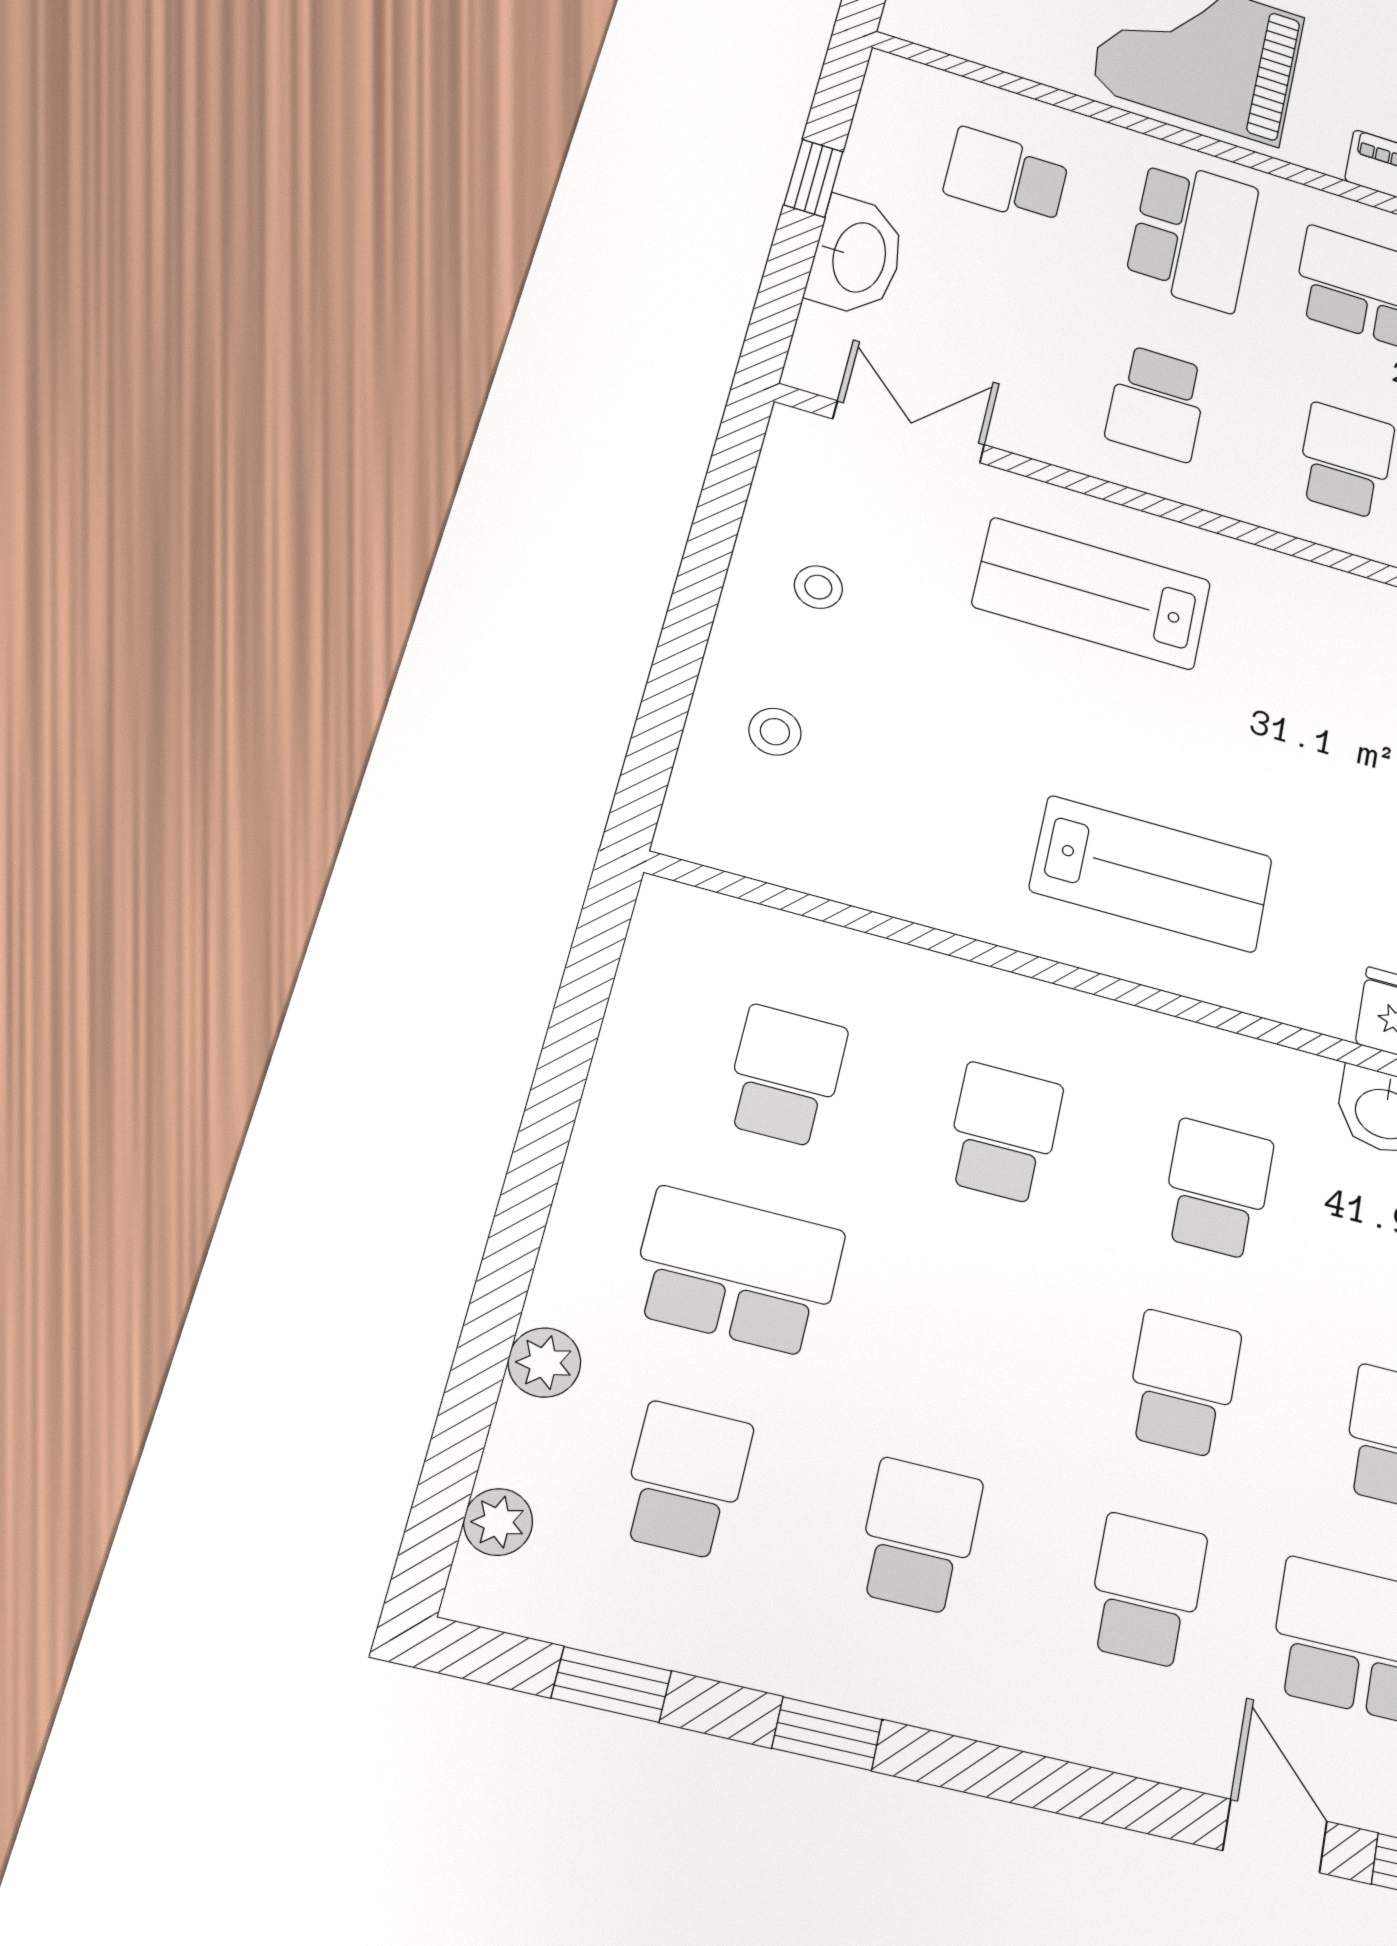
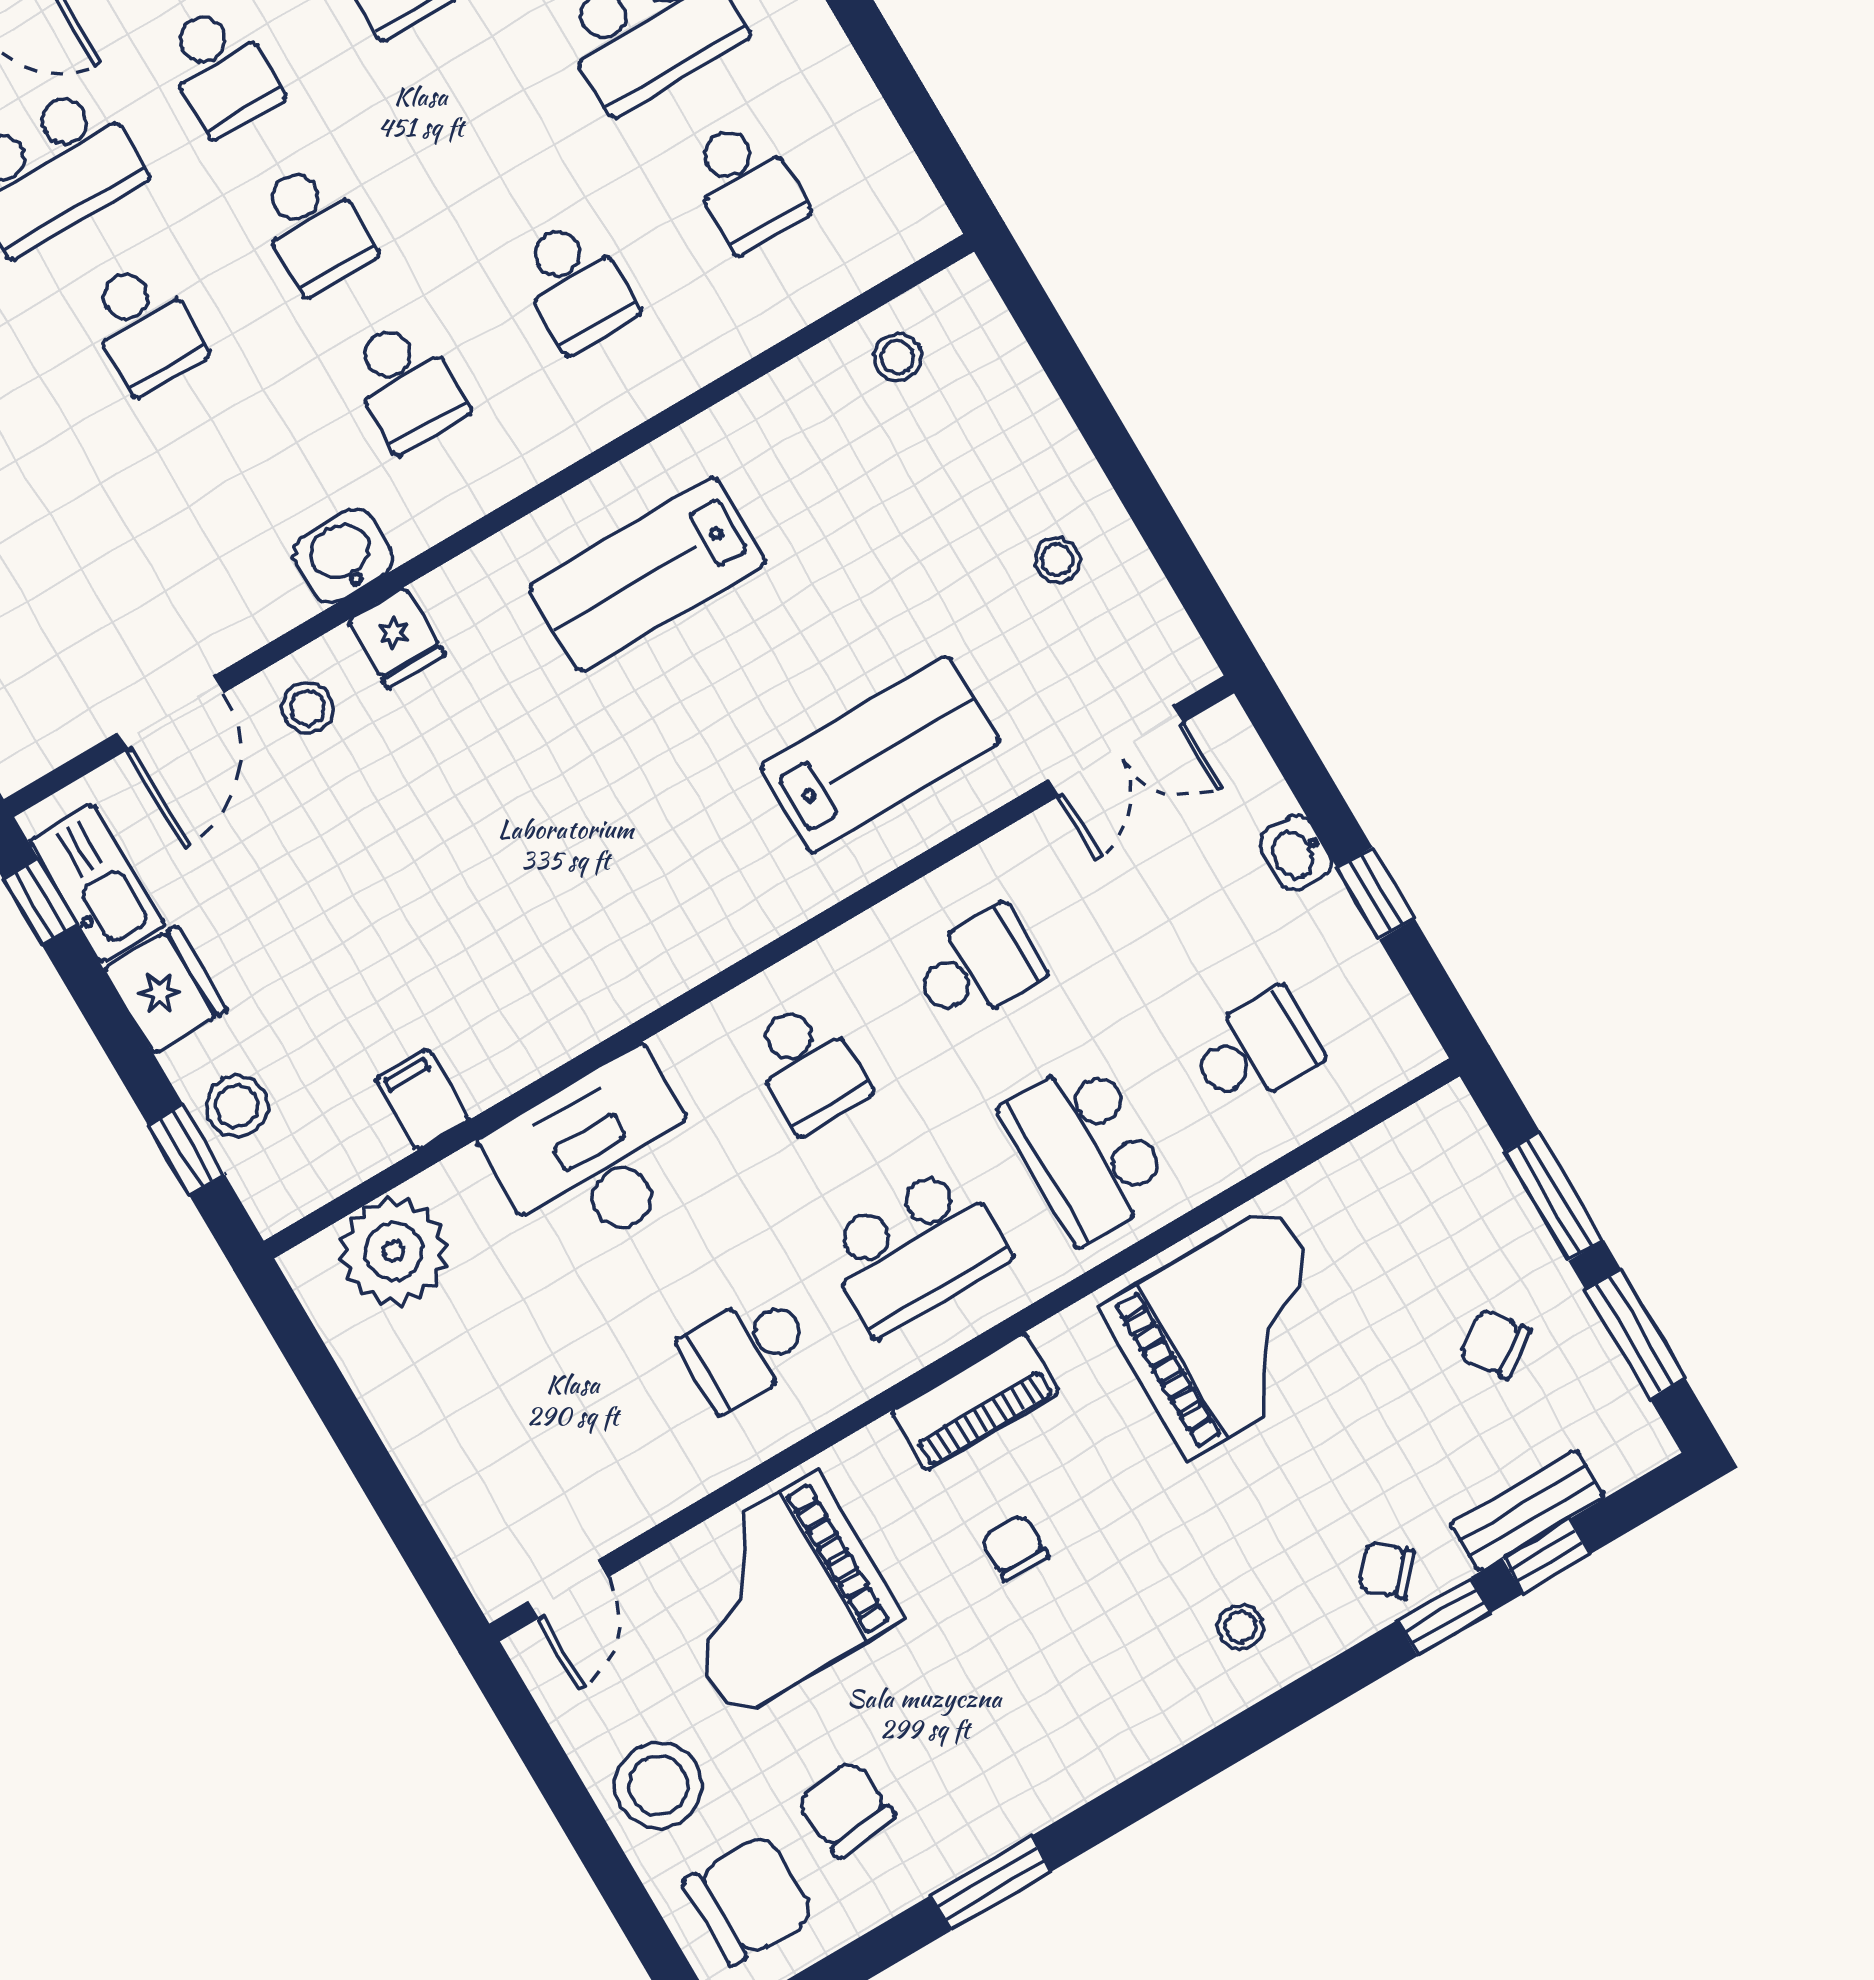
washbasin: (857, 257) -> (1296, 853), width x0.52, depth x0.69
school desk: (1157, 403) -> (978, 967), turned 90
stool: (775, 732) -> (897, 357), moved

